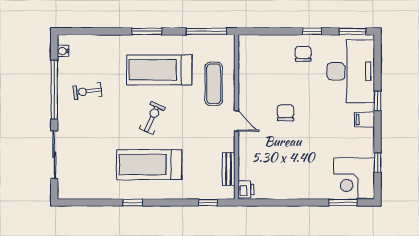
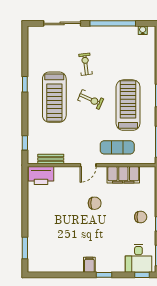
desk: (351, 71) -> (138, 258), width x0.53, depth x0.77
filing cabinet: (249, 76) -> (123, 175), added
exercise bike: (87, 91) -> (86, 64), moved
window: (378, 163) -> (142, 275), moved
treadmill: (149, 165) -> (54, 97), turned 180
corner desk: (354, 178) -> (44, 257), removed
printer: (246, 189) -> (41, 176), width x1.87, depth x1.48

